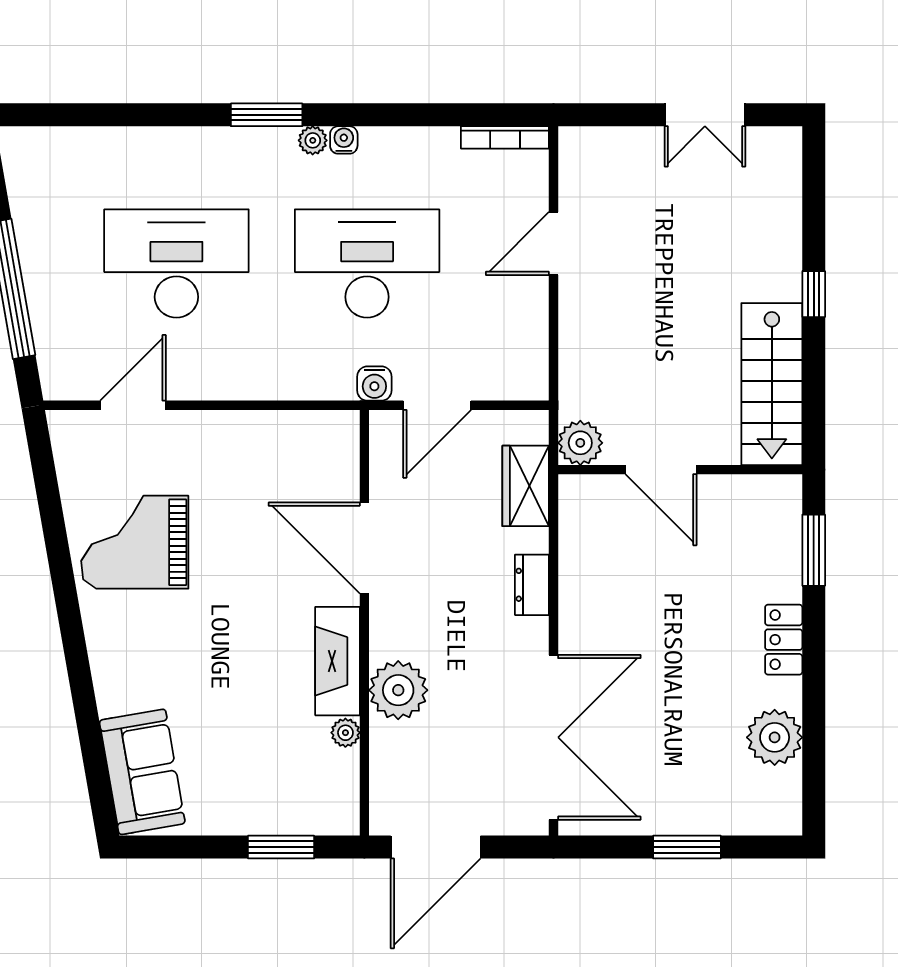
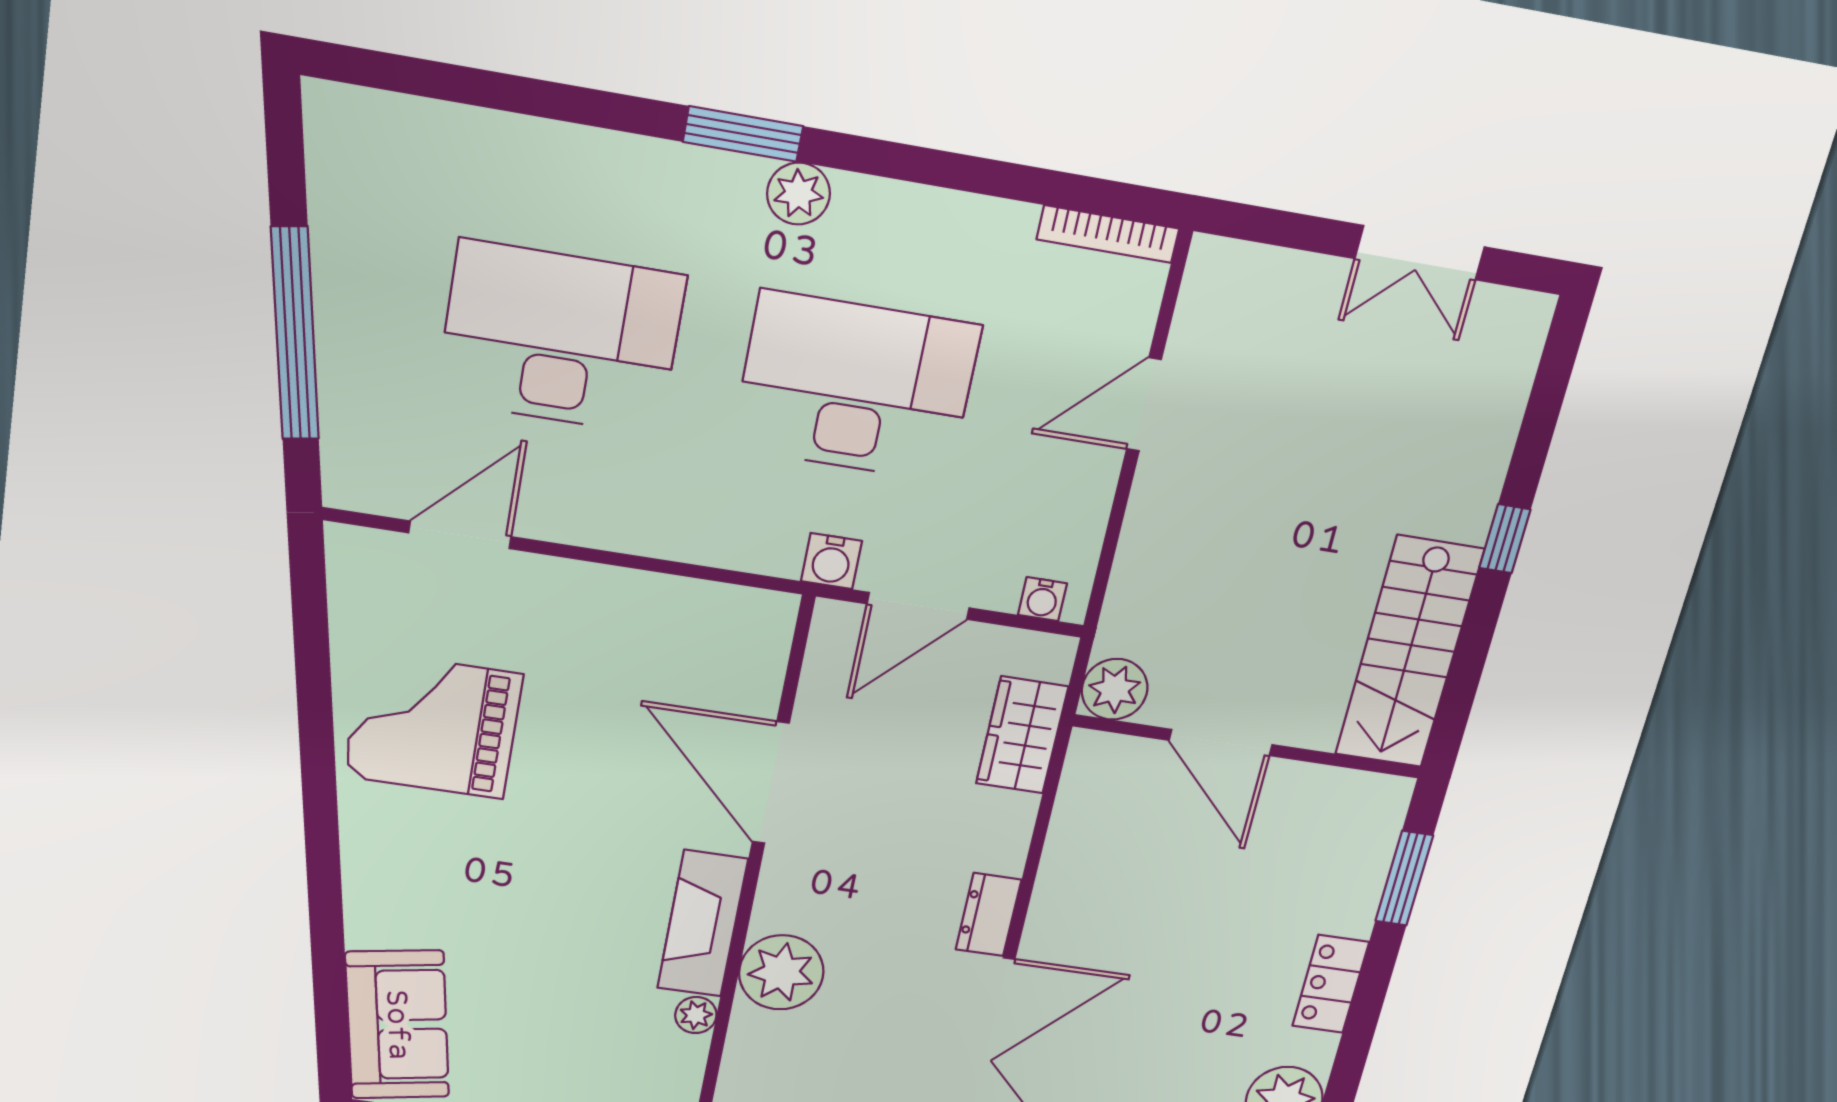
plant: (313, 140) -> (798, 194), width x1.38, depth x1.38
water cooler: (344, 140) -> (1042, 599), moved, turned 180
dresser: (532, 585) -> (989, 915), moved

